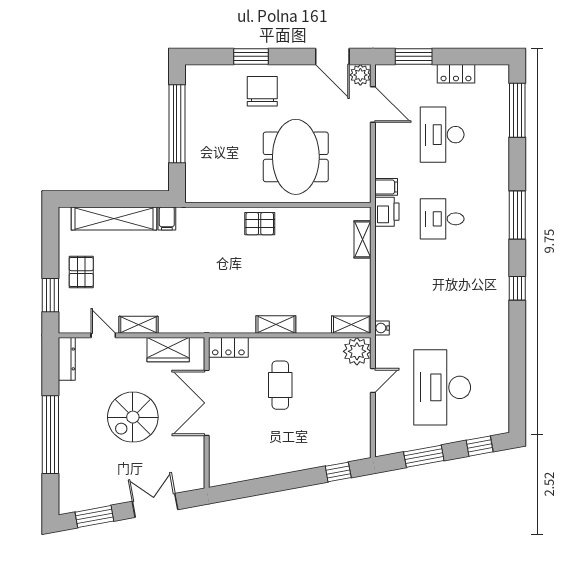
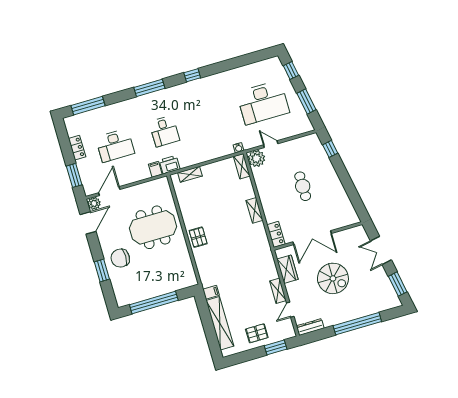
cafe table: (280, 385) -> (303, 186), moved, turned 90

